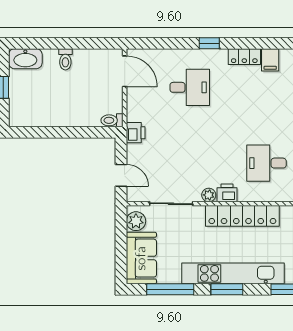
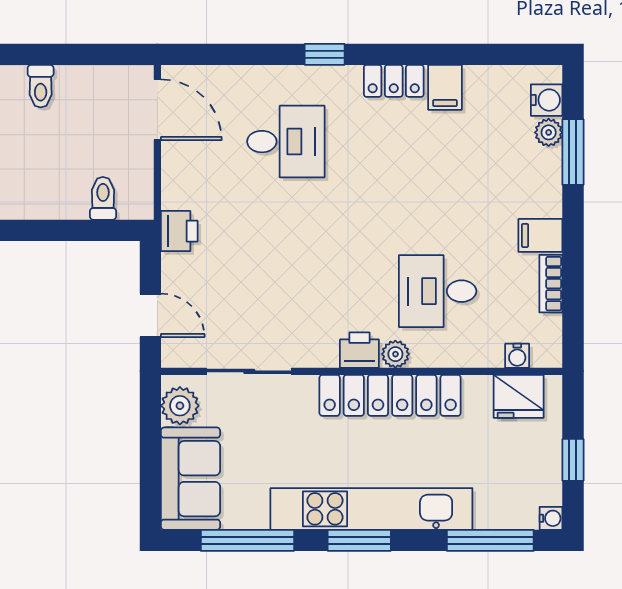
toilet: (112, 120) -> (103, 198), moved, turned 90
plant: (209, 195) -> (395, 354), moved

